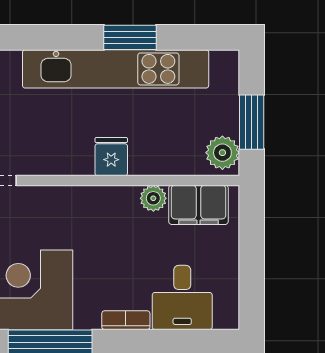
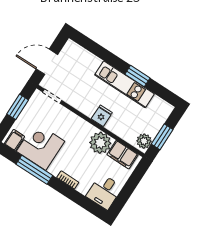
kitchen unit: (116, 69) -> (124, 84), width x0.73
plant: (153, 198) -> (100, 143), width x1.87, depth x1.87
desk: (182, 297) -> (104, 192), moved

